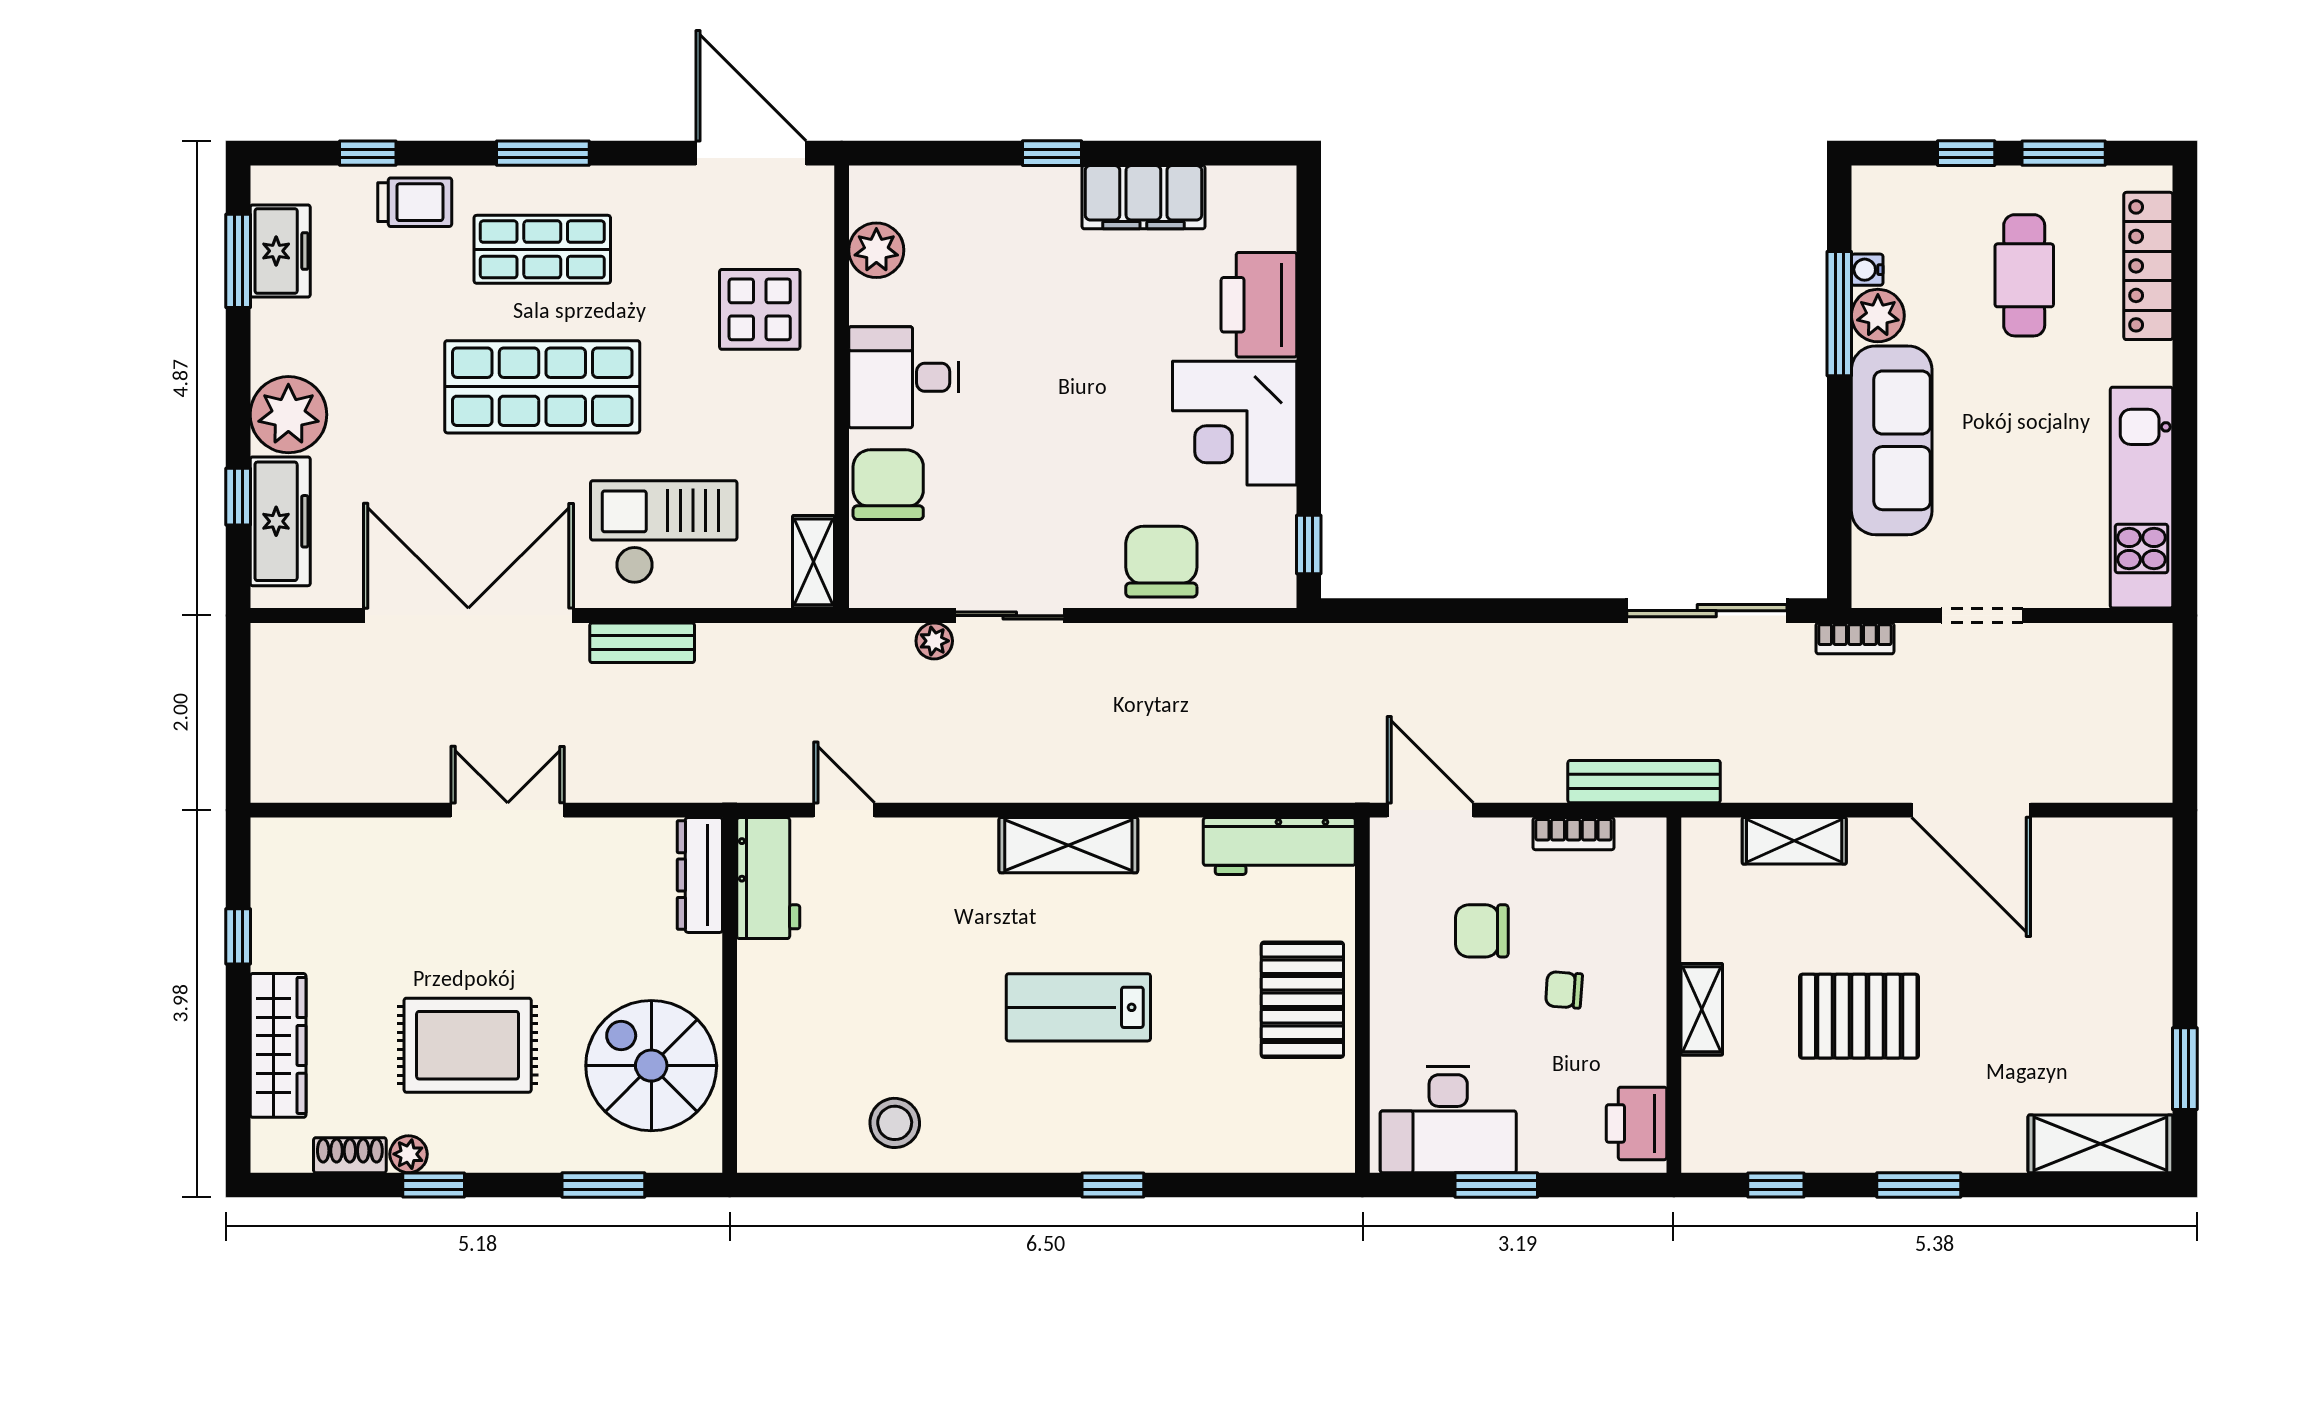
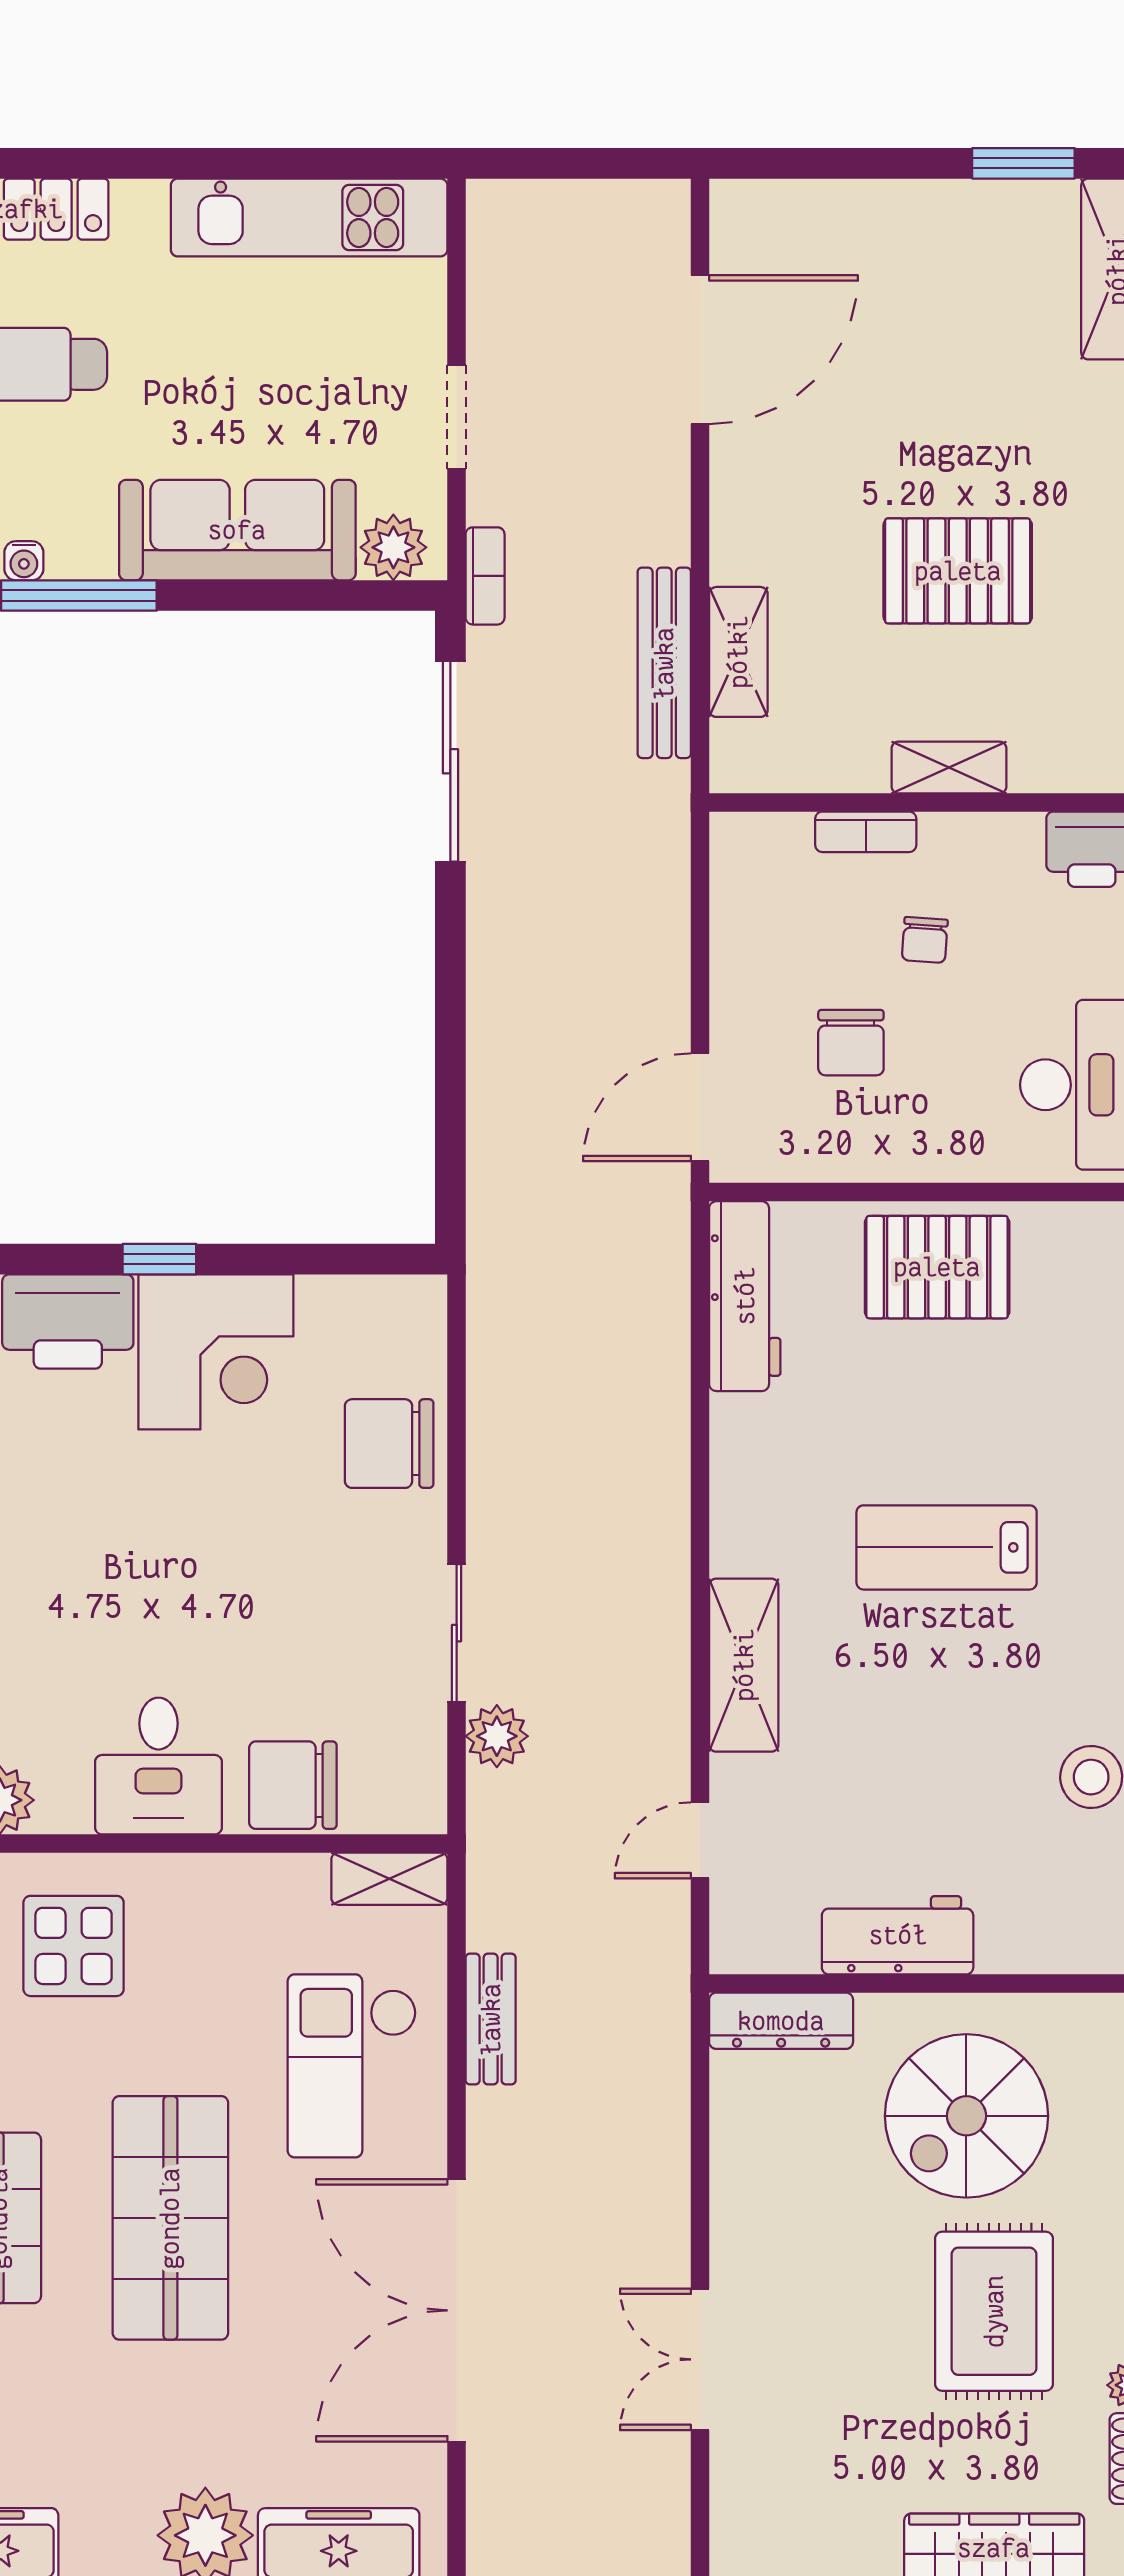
plant: (1878, 316) -> (393, 547), moved
window: (1309, 545) -> (159, 1259), moved
plant: (934, 641) -> (497, 1736), width x1.38, depth x1.38
bench: (642, 643) -> (491, 2019), moved
bench: (1644, 782) -> (664, 663), moved
double door: (508, 810) -> (700, 2359), moved
door: (1971, 810) -> (700, 350), moved
bookcase: (1573, 834) -> (866, 832), moved, turned 90
shelving: (1068, 845) -> (744, 1665), moved
workbench: (768, 878) -> (898, 1935), moved
lab bench: (1078, 1007) -> (947, 1547), turned 90
pallet: (1859, 1016) -> (958, 571), turned 90
spiral stairs: (651, 1066) -> (966, 2116), moved

